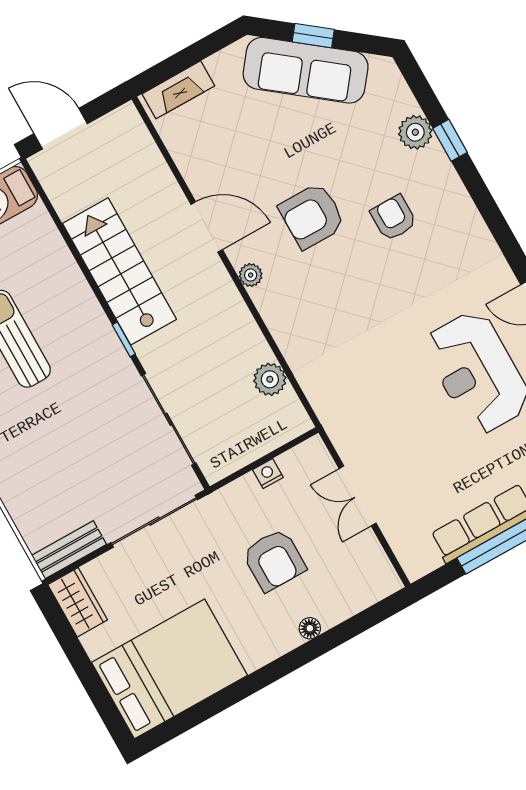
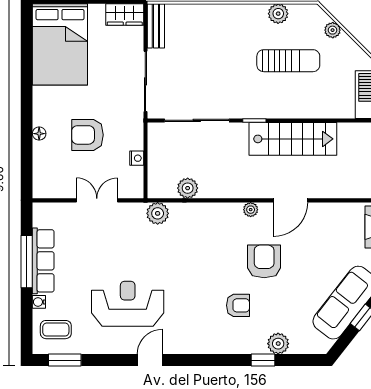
plant: (328, 401) -> (158, 213), added

